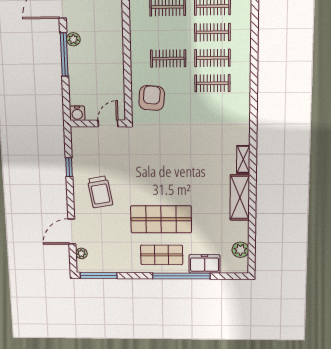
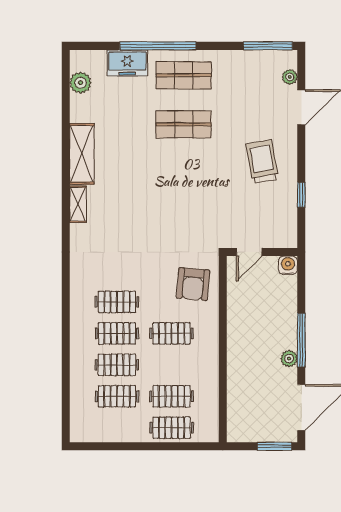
shop shelf: (161, 219) -> (184, 124), width x0.70, depth x0.74

